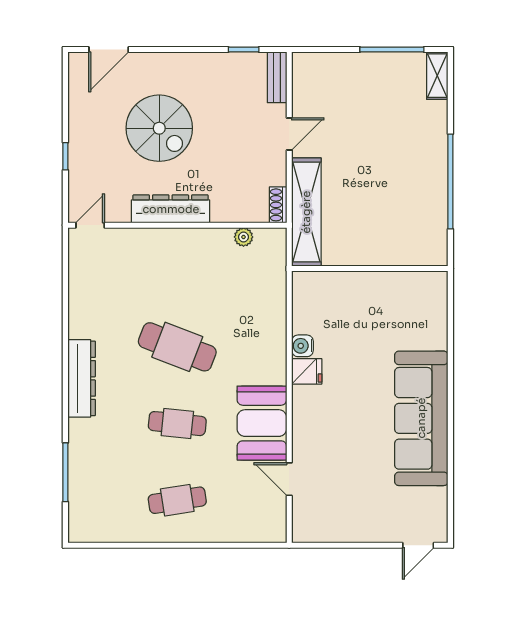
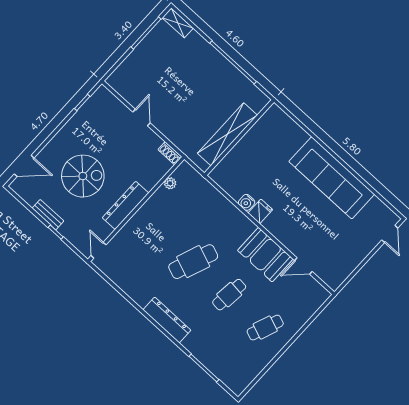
door: (109, 50) -> (24, 166), hinge flipped
bench: (277, 77) -> (48, 215), moved
shelving: (306, 212) -> (227, 134), moved, turned 90
cafe table: (177, 500) -> (265, 328), turned 30

